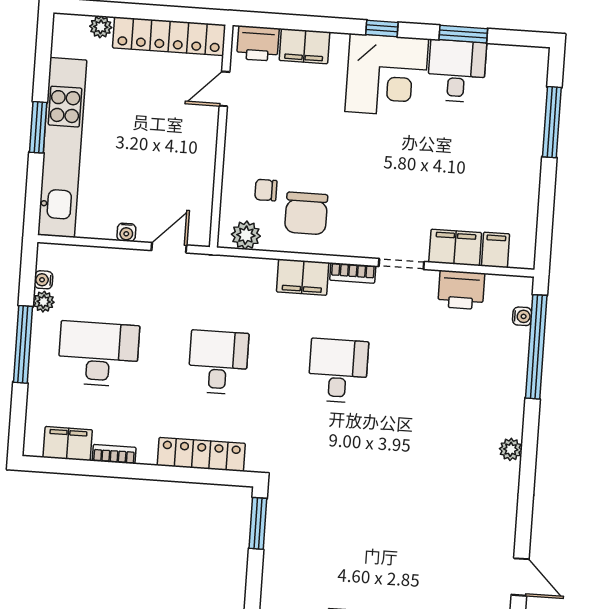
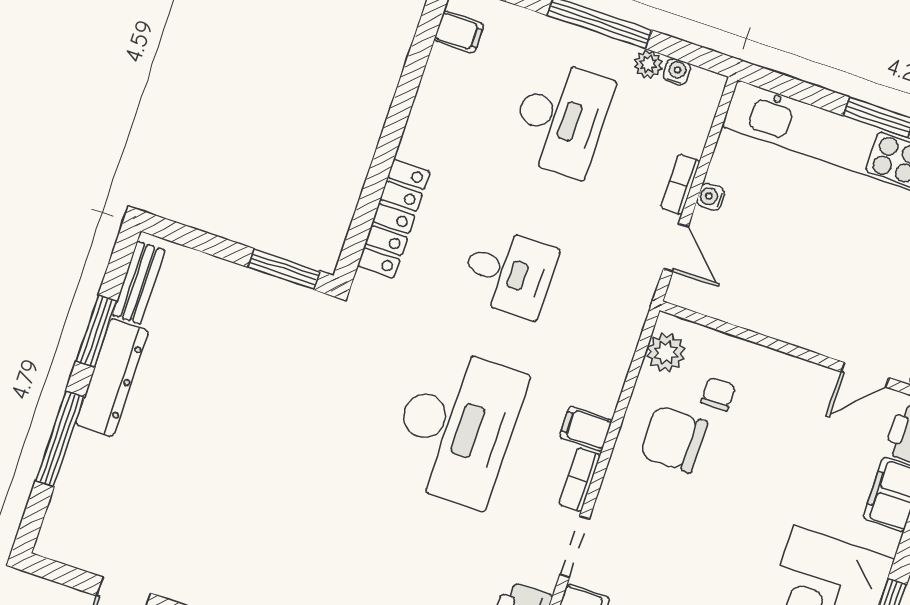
door: (224, 89) -> (865, 375), swing flipped
filing cabinet: (303, 277) -> (586, 429), width x0.50
desk: (338, 371) -> (457, 427), width x1.87, depth x1.30
filing cabinet: (68, 444) -> (459, 32), width x0.50
bookcase: (114, 454) -> (680, 184), moved, turned 180

